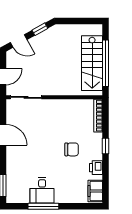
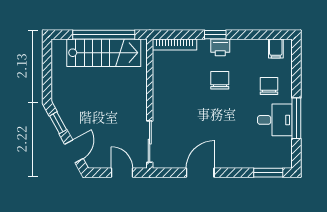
printer: (96, 168) -> (220, 47), moved
chair: (67, 186) -> (269, 86), added
filing cabinet: (95, 191) -> (276, 48), width x0.50

